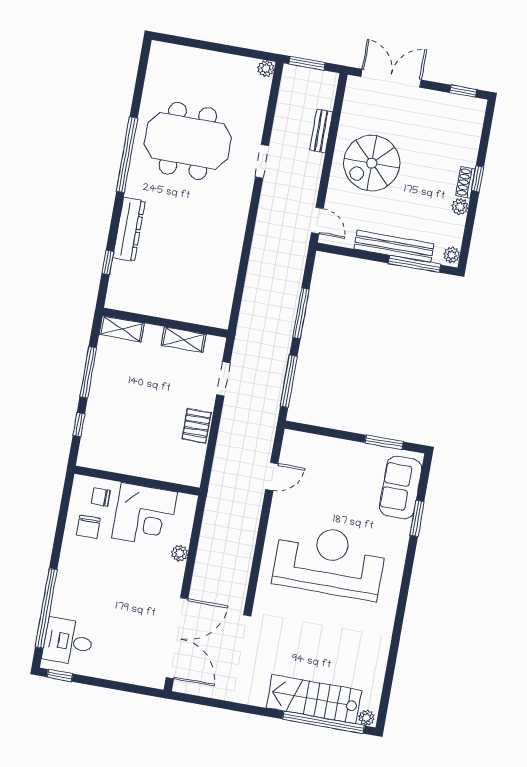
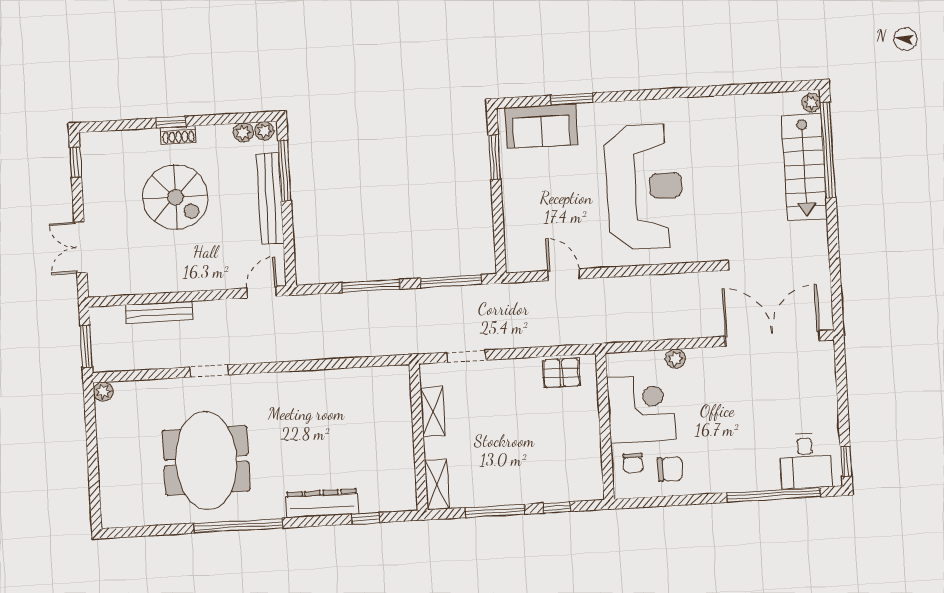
double door: (391, 78) -> (80, 247), width x0.73
bench: (321, 131) -> (159, 312), width x1.36
spiral stairs: (372, 163) -> (176, 197), moved
plant: (460, 207) -> (243, 132), moved
pallet: (197, 426) -> (561, 373), moved
reception desk: (329, 561) -> (644, 187), turned 180

